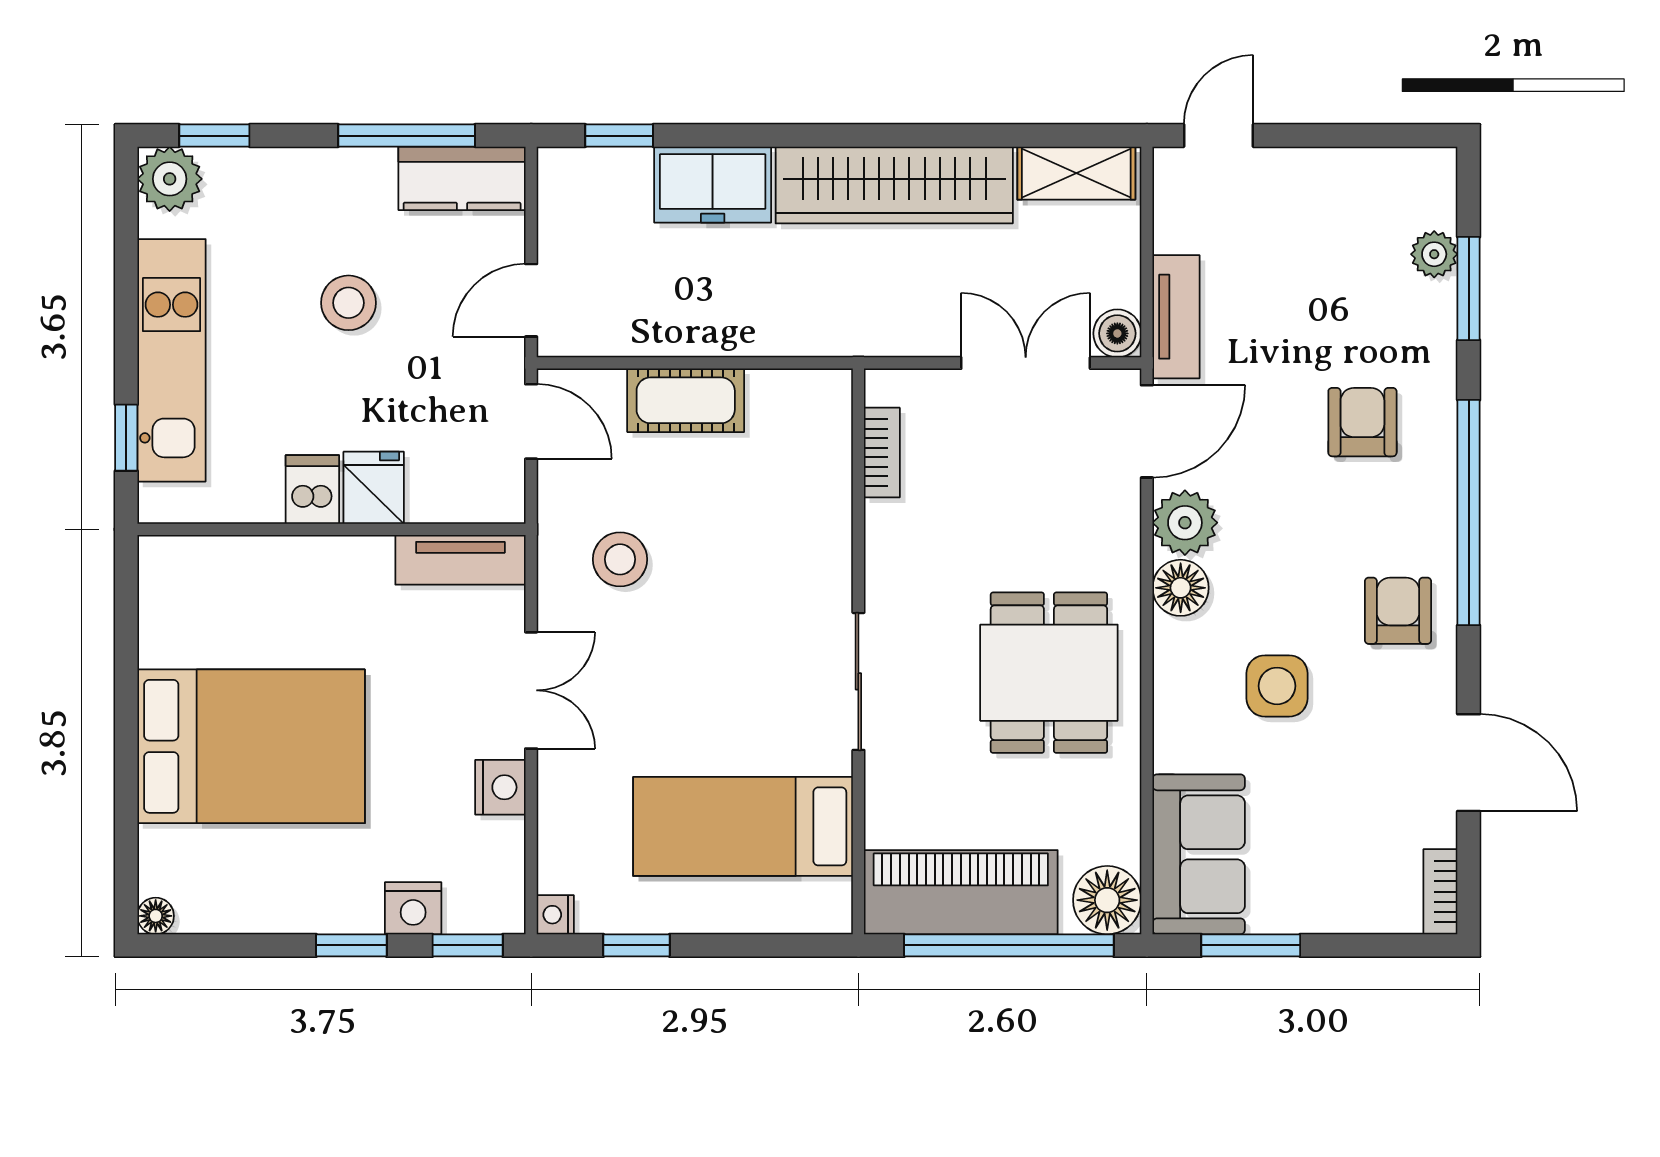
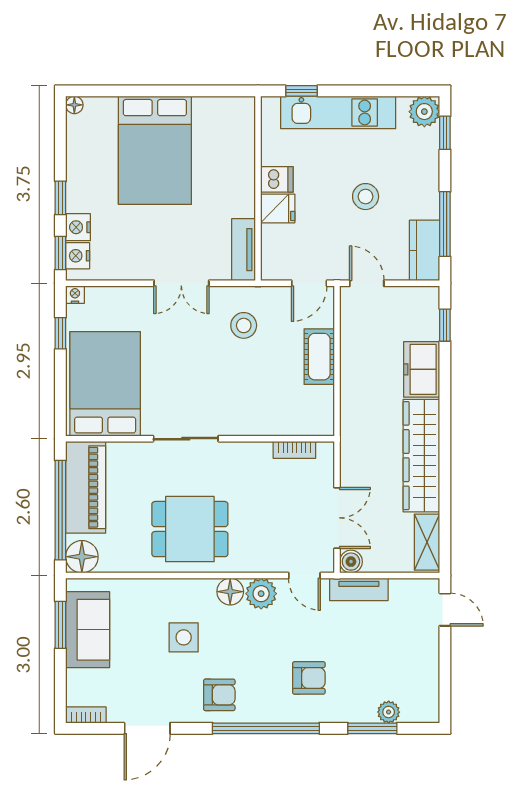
door: (1147, 431) -> (304, 576), width x0.73
nightstand: (500, 787) -> (78, 256), moved, turned 90
bed: (743, 826) -> (105, 384), width x1.50
sofa: (1199, 854) -> (88, 630), moved, turned -90

